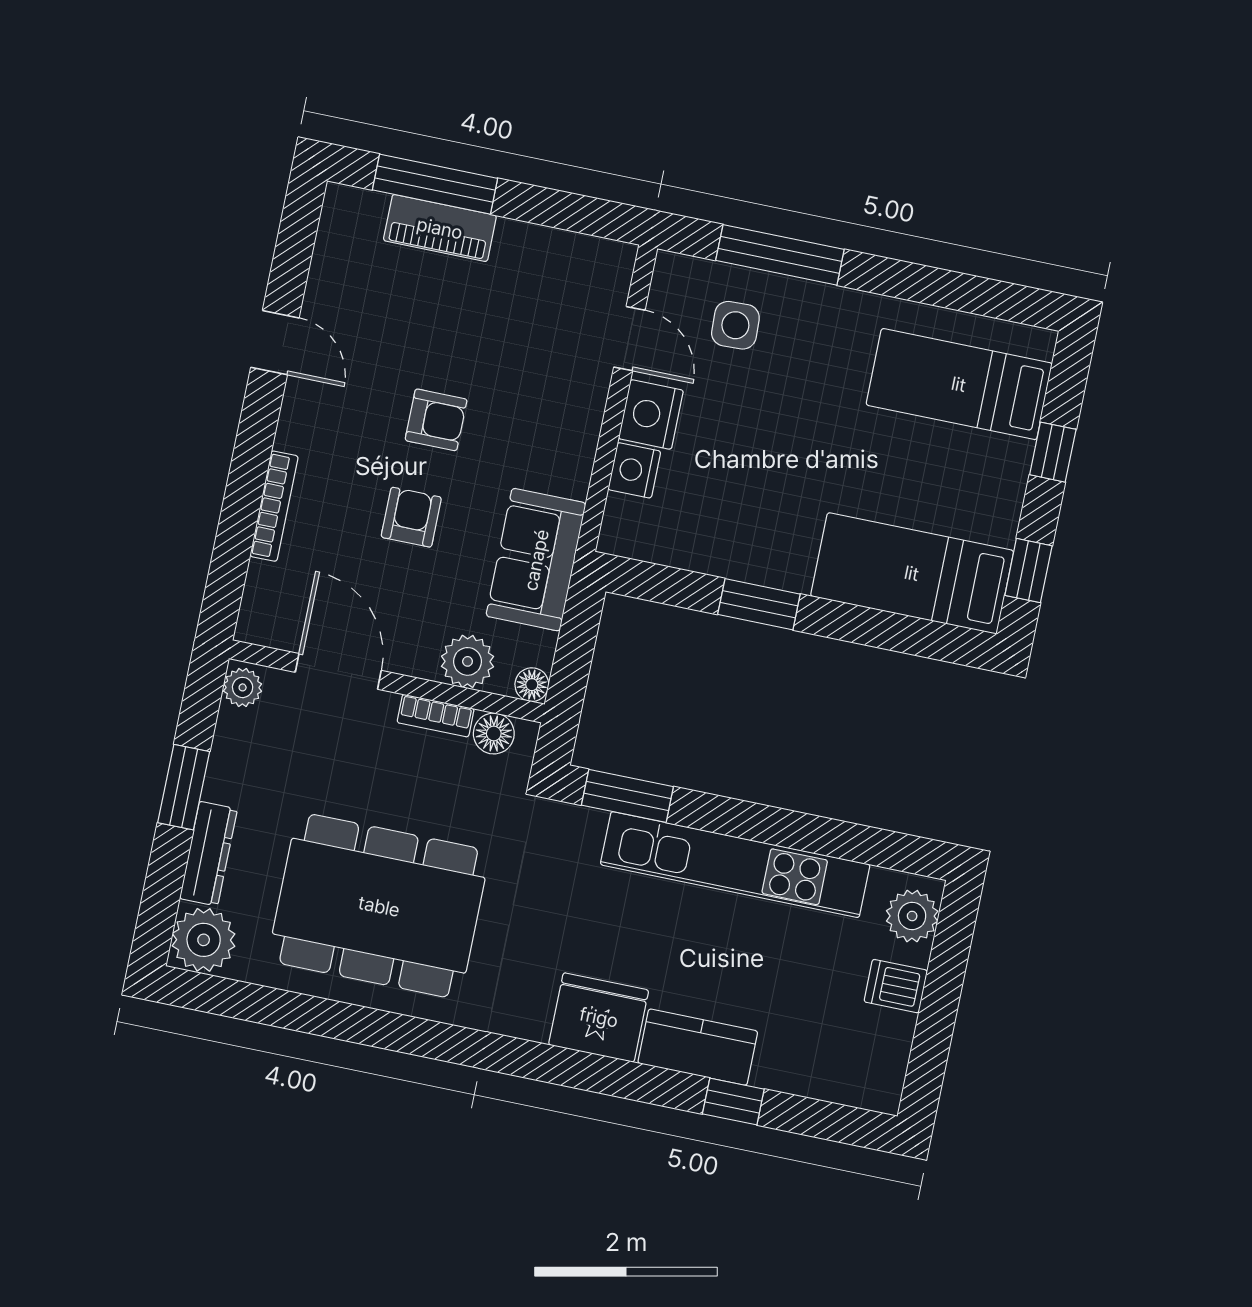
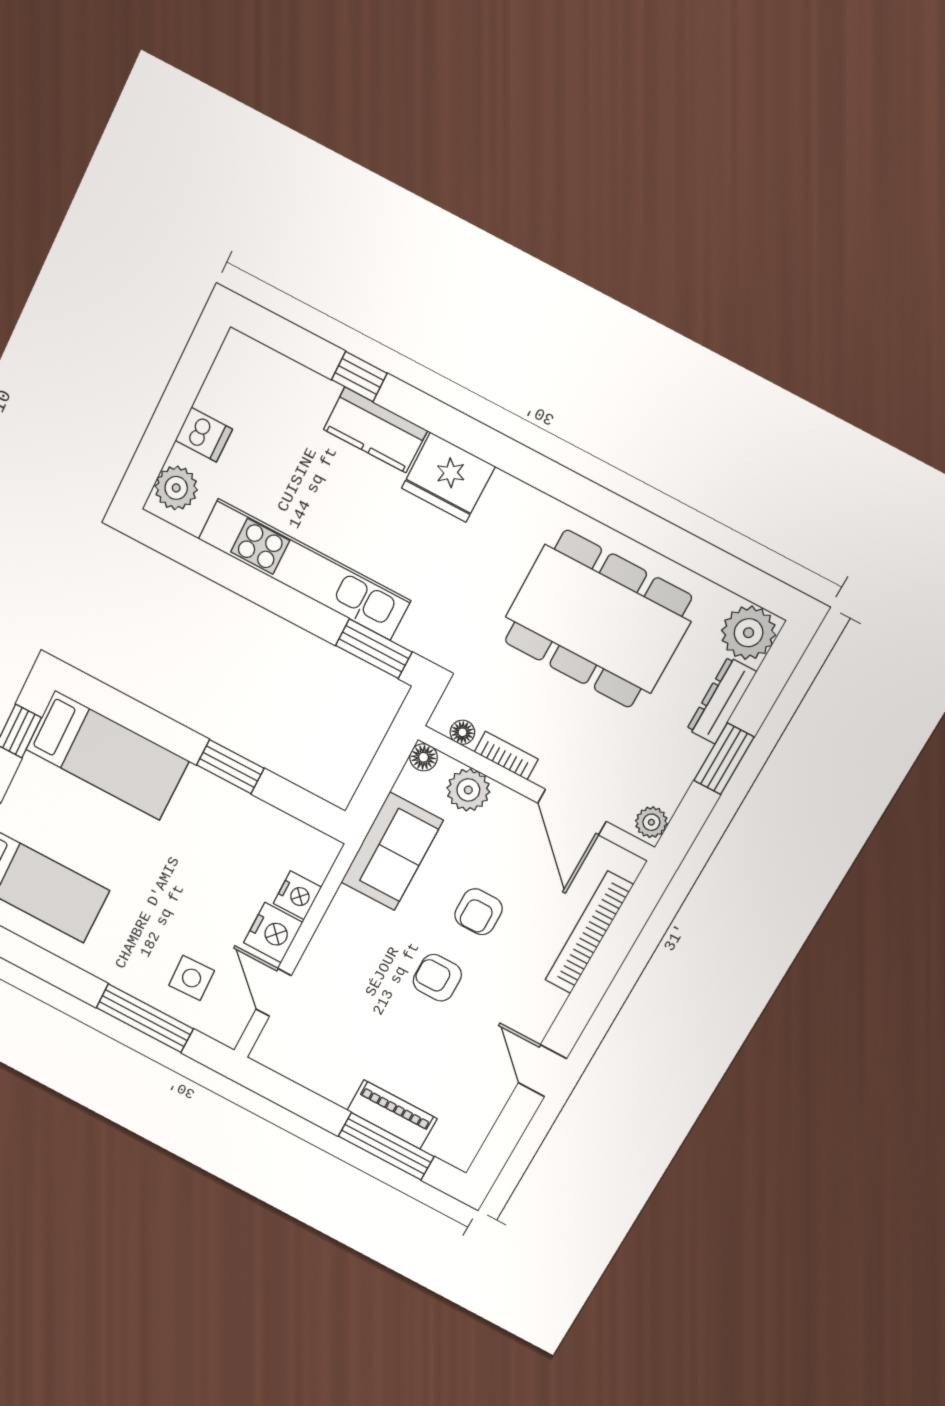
bookcase: (274, 506) -> (589, 932), width x1.48, depth x1.31
floor lamp: (494, 734) -> (462, 732), width x0.73, depth x0.73

